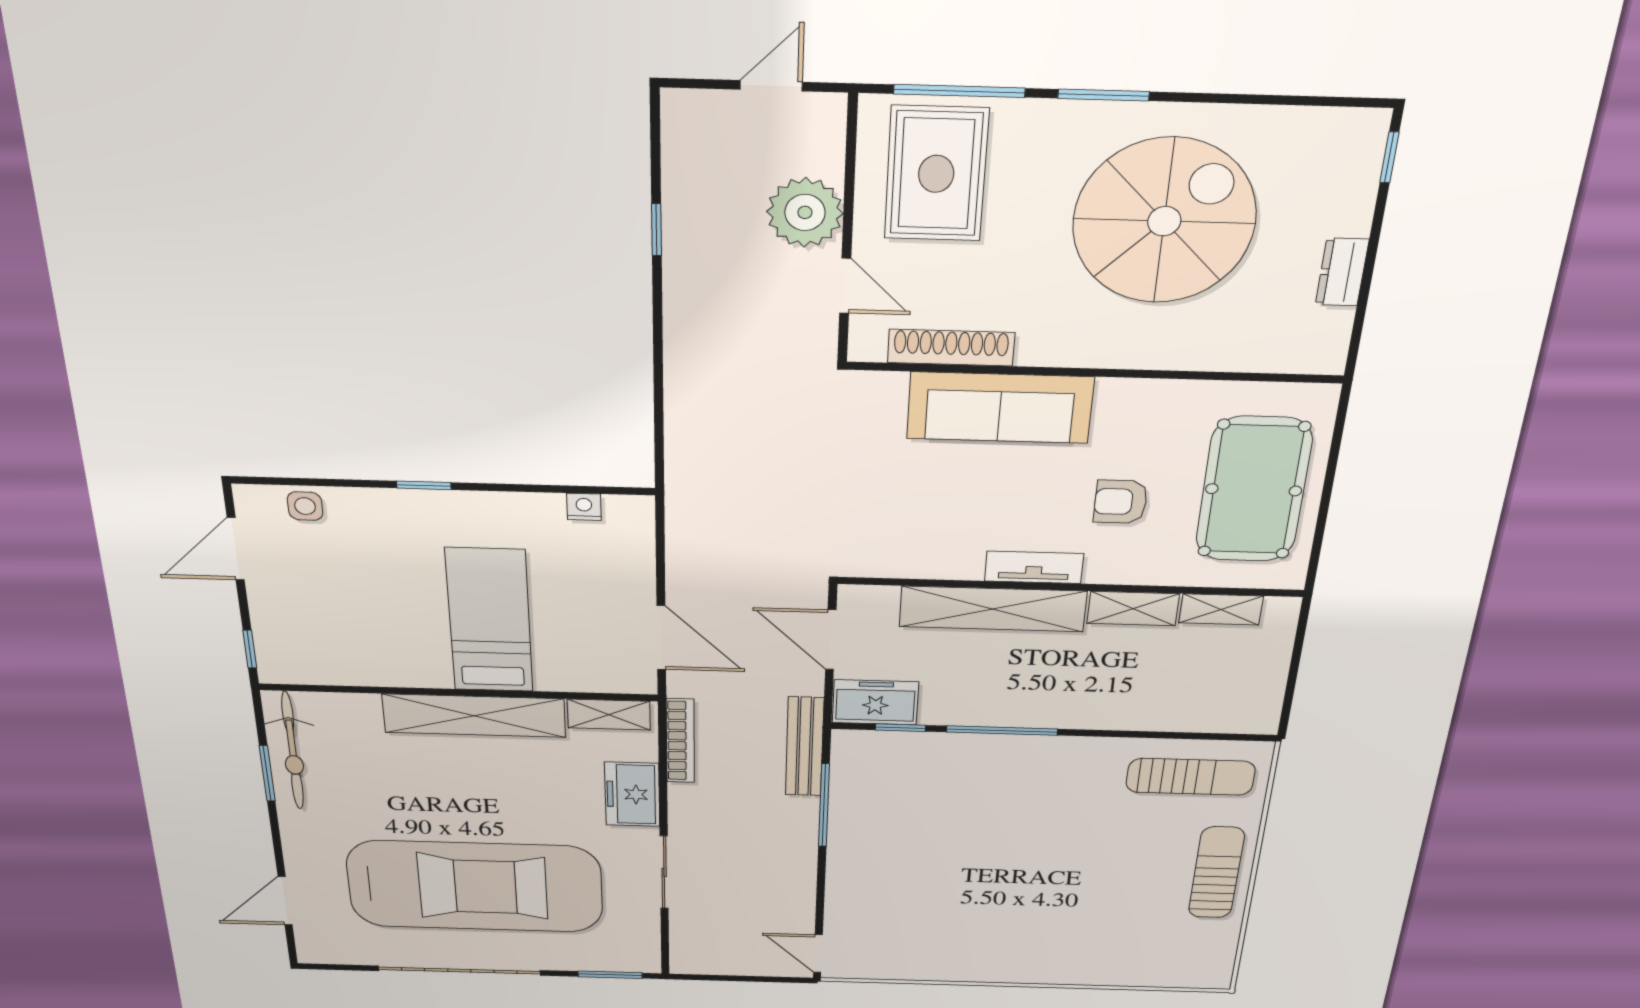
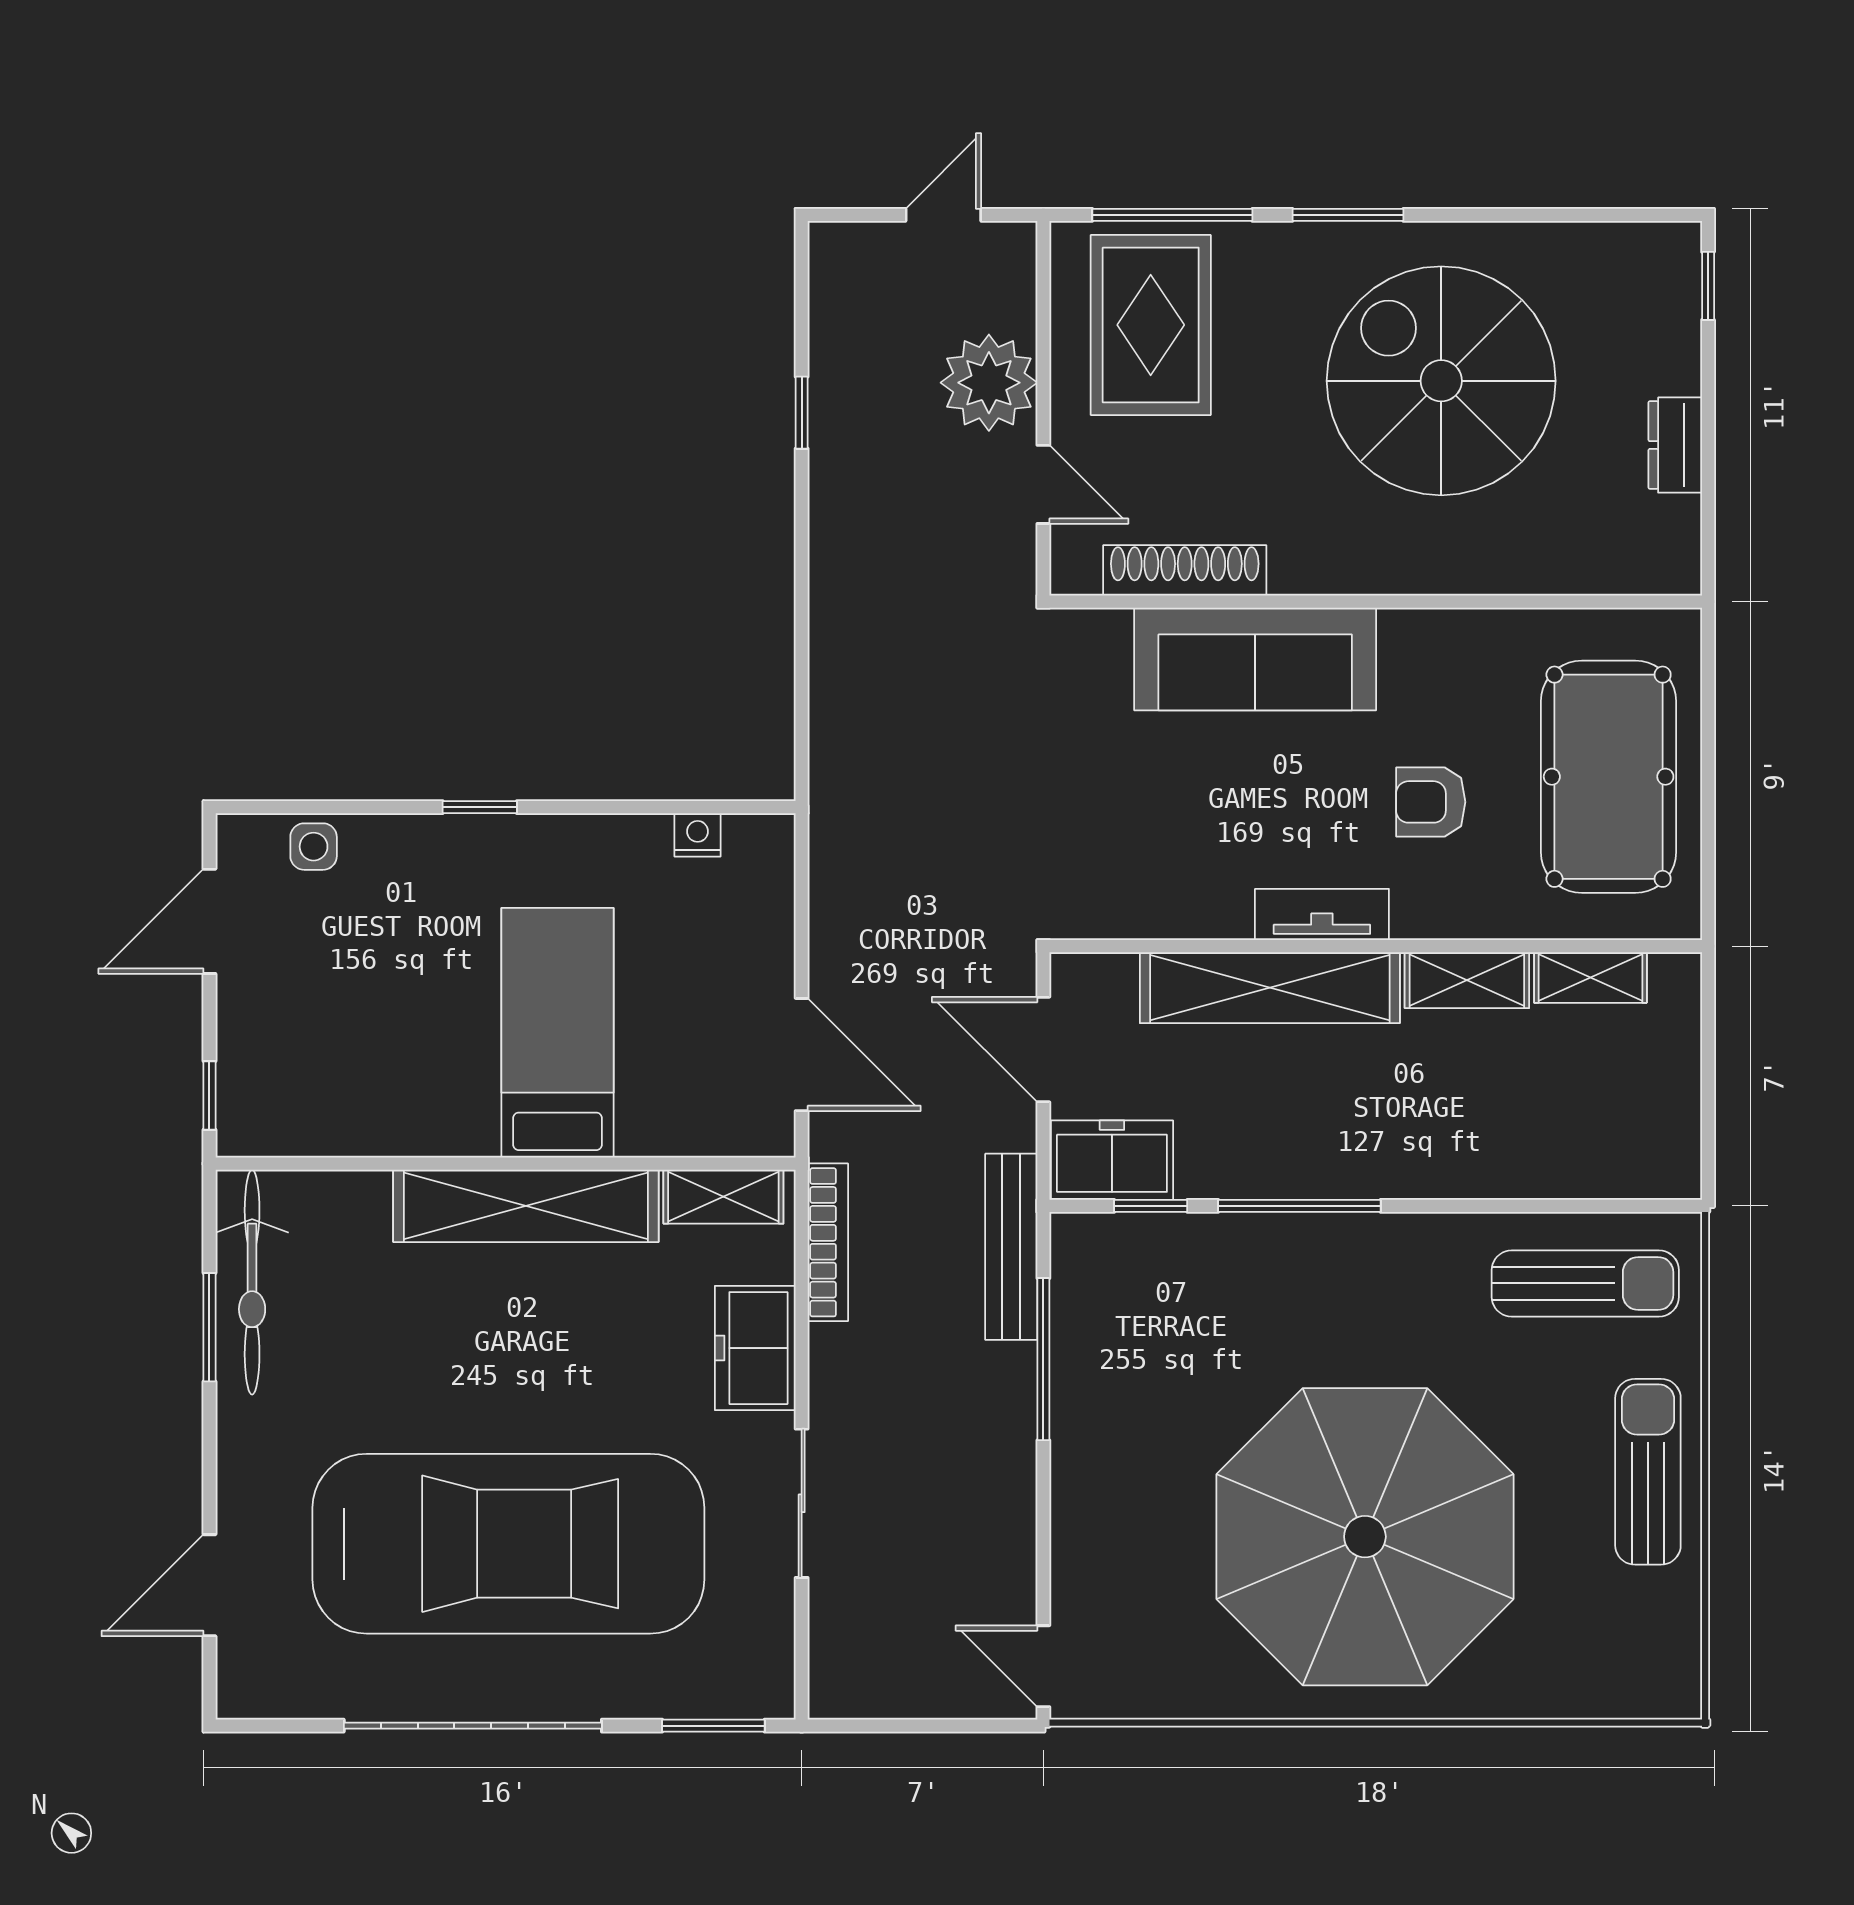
spiral stairs: (1164, 221) -> (1441, 381), turned -90
parasol: (1028, 899) -> (1365, 1537), added

